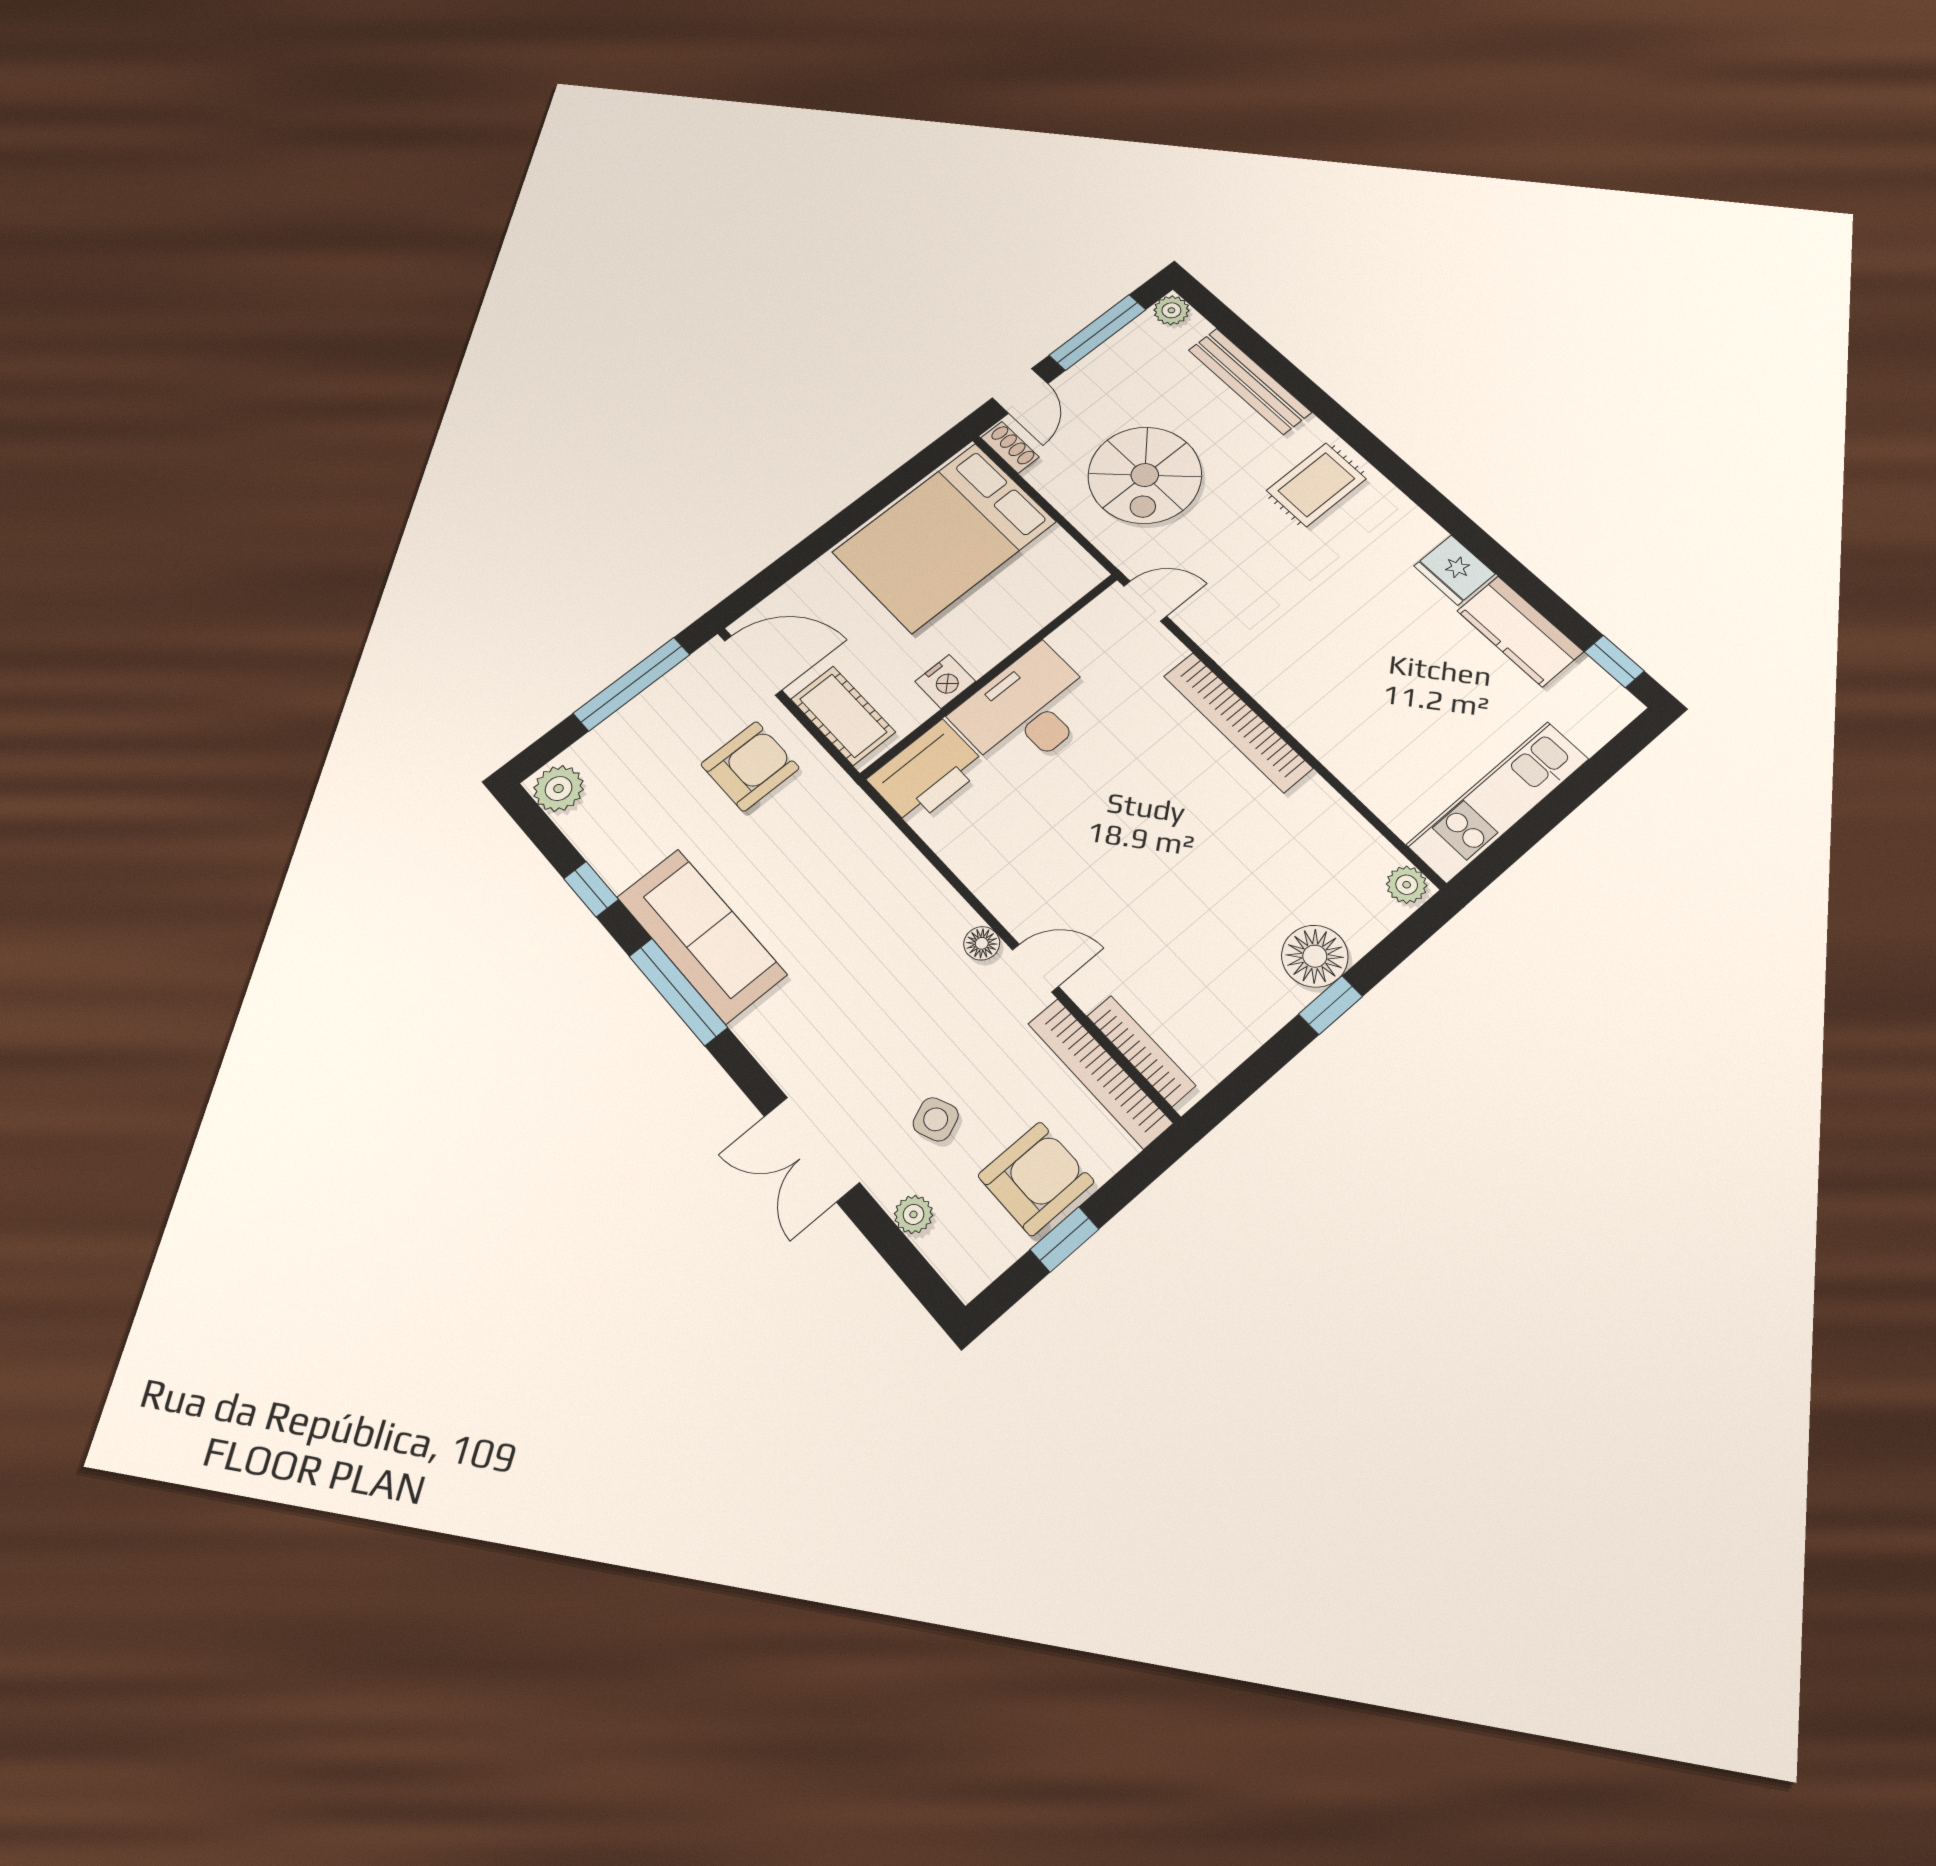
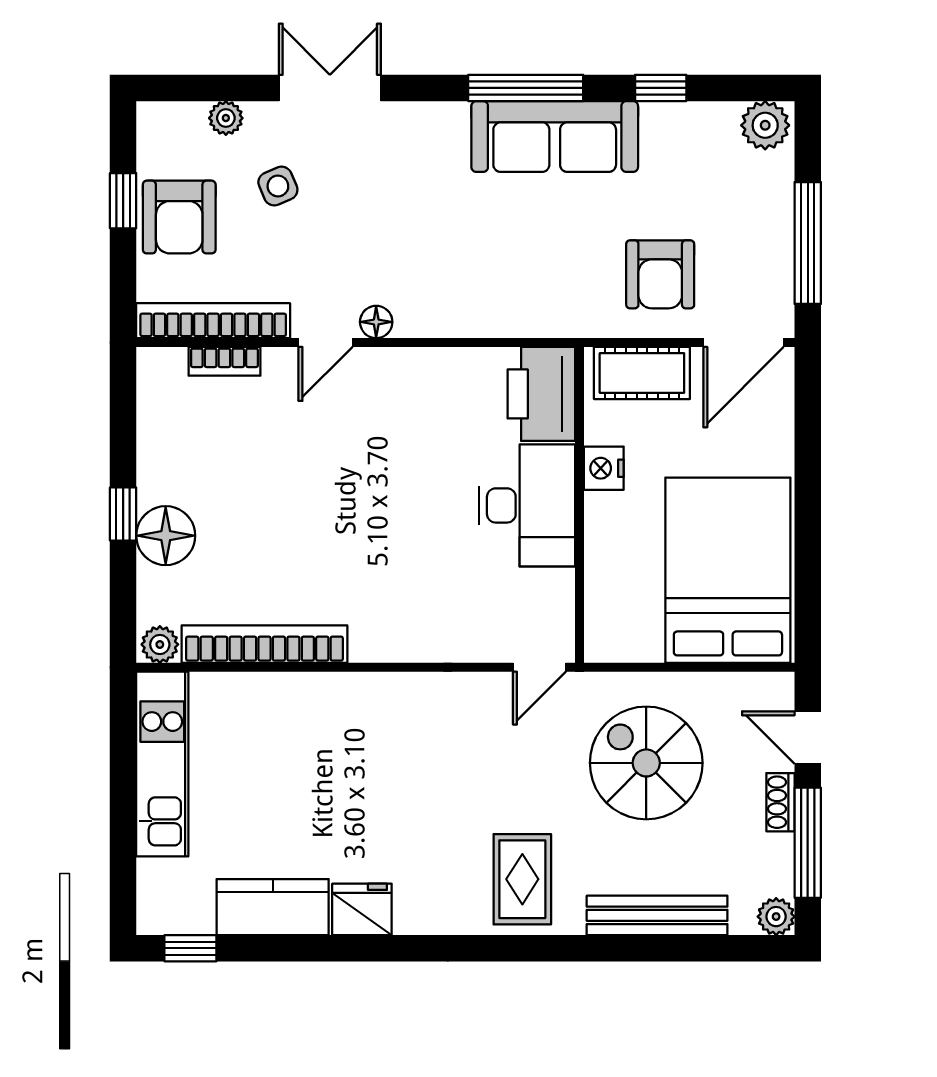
shoe rack: (1010, 447) -> (780, 802), moved, turned 90
bookcase: (1238, 722) -> (265, 644), moved
bookcase: (1141, 1051) -> (224, 361), width x0.64

